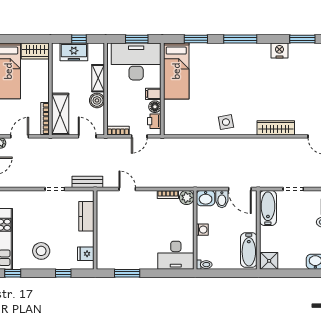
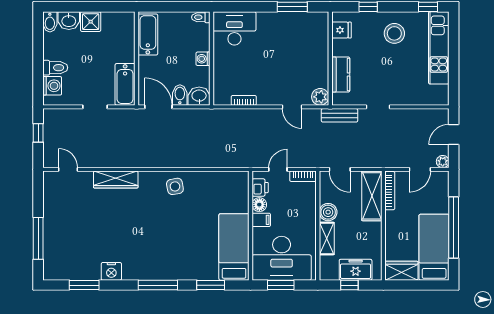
plant: (187, 198) -> (320, 97), moved
shower: (269, 261) -> (91, 22), moved

